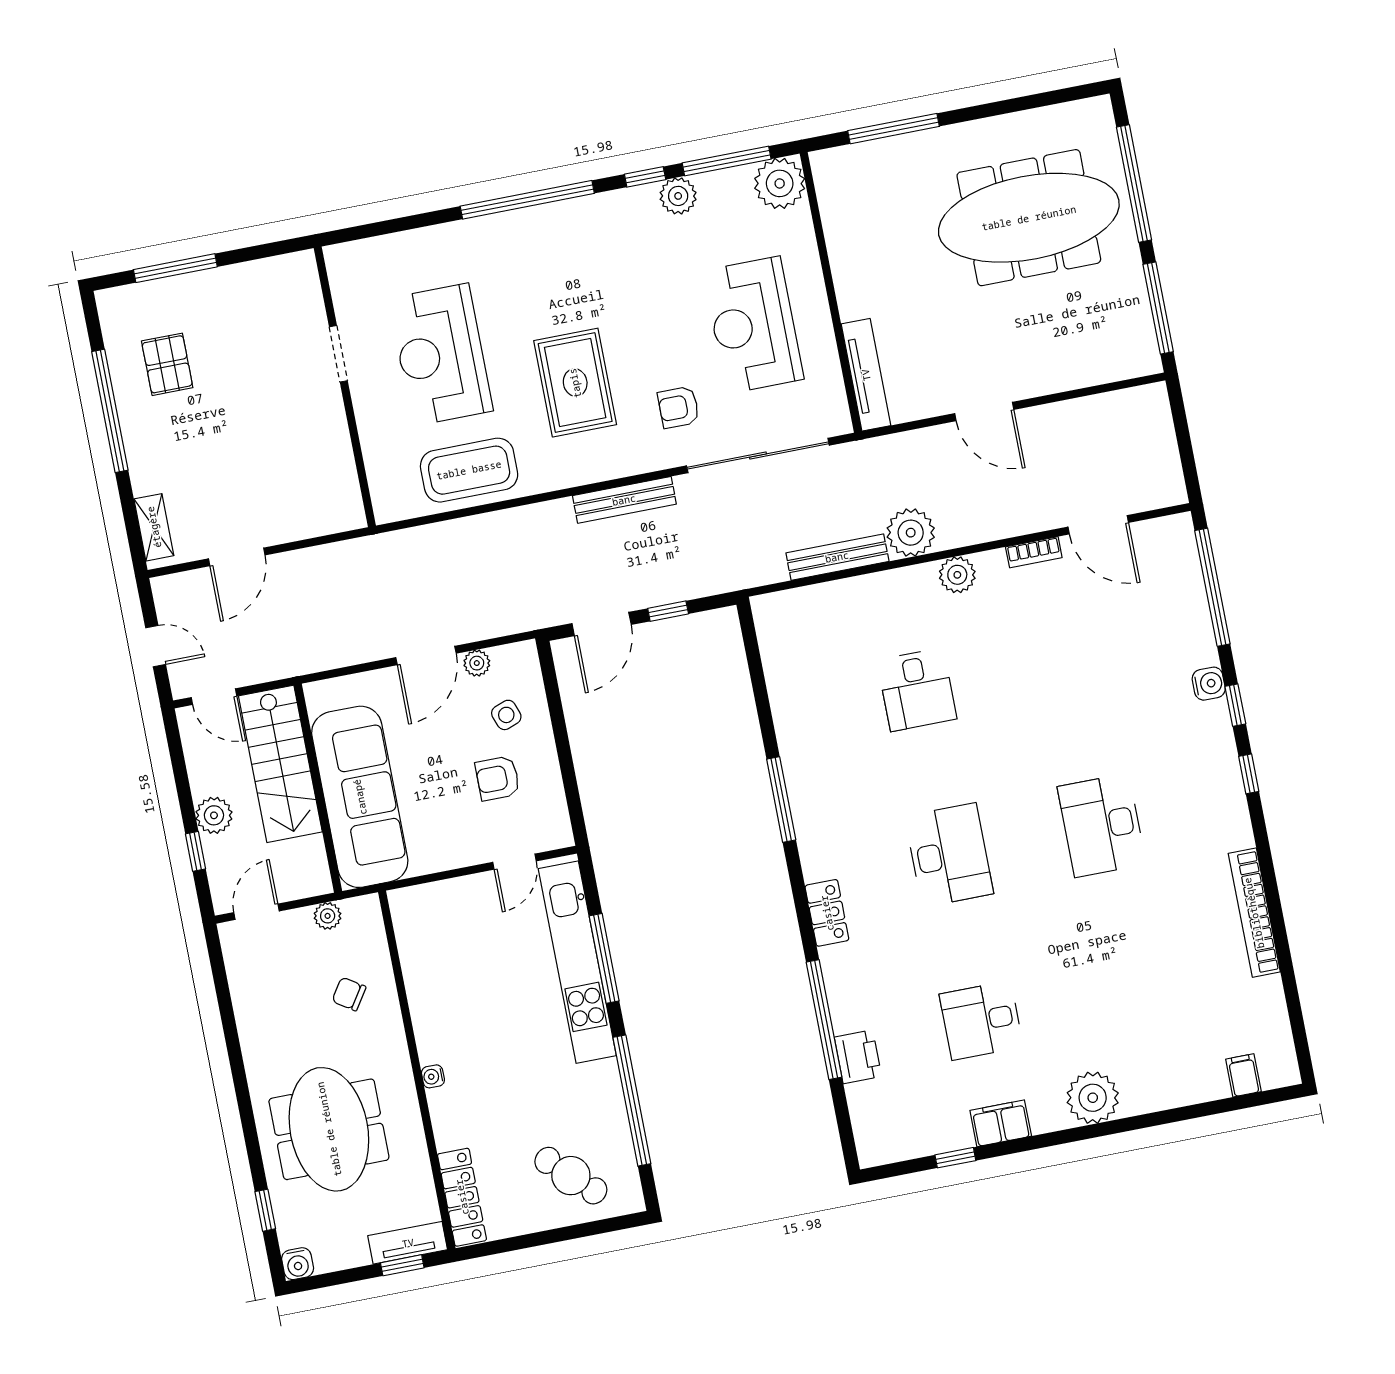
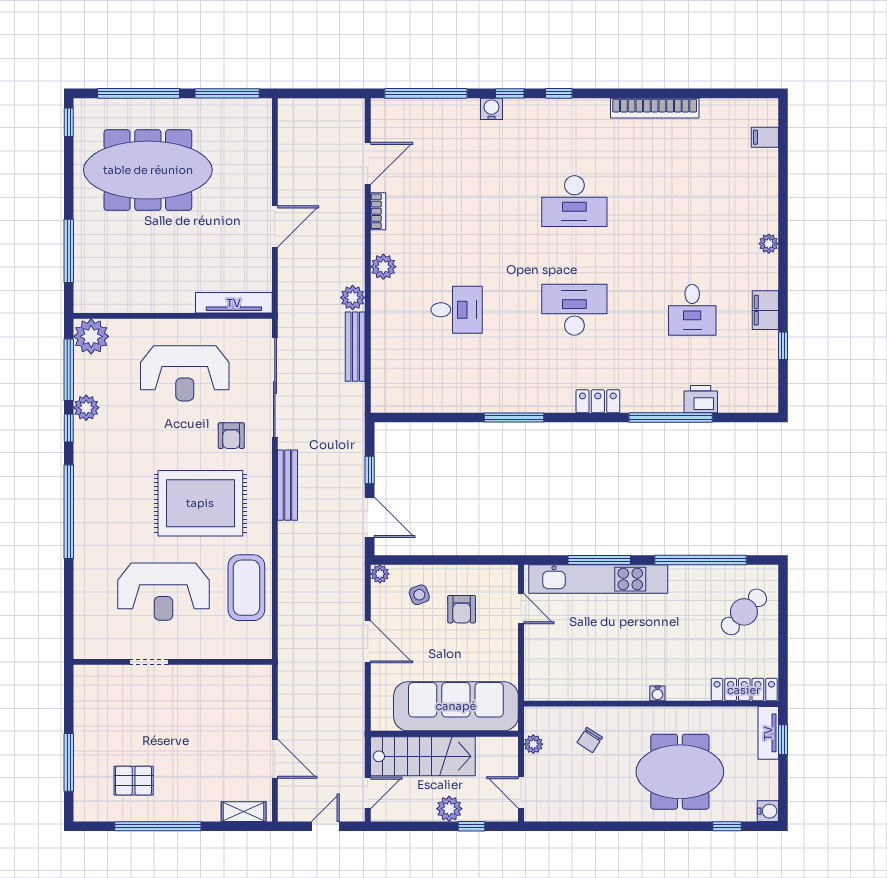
window: (1074, 93) -> (69, 122), added
meeting table: (1029, 218) -> (148, 170), turned 90
rug: (575, 383) -> (200, 503), width x1.37, depth x1.44
plant: (911, 533) -> (353, 298), width x0.73, depth x0.73
plant: (477, 663) -> (380, 574), moved
plant: (1093, 1098) -> (769, 244), width x0.53, depth x0.53

